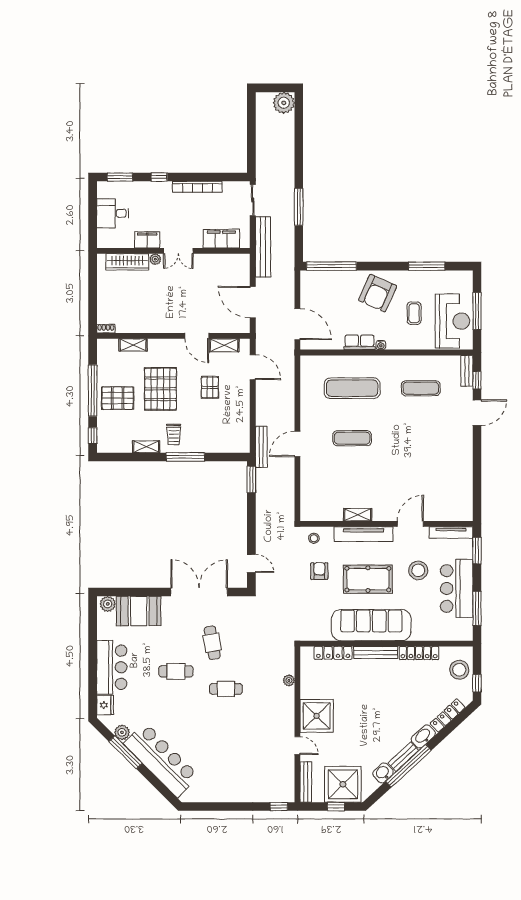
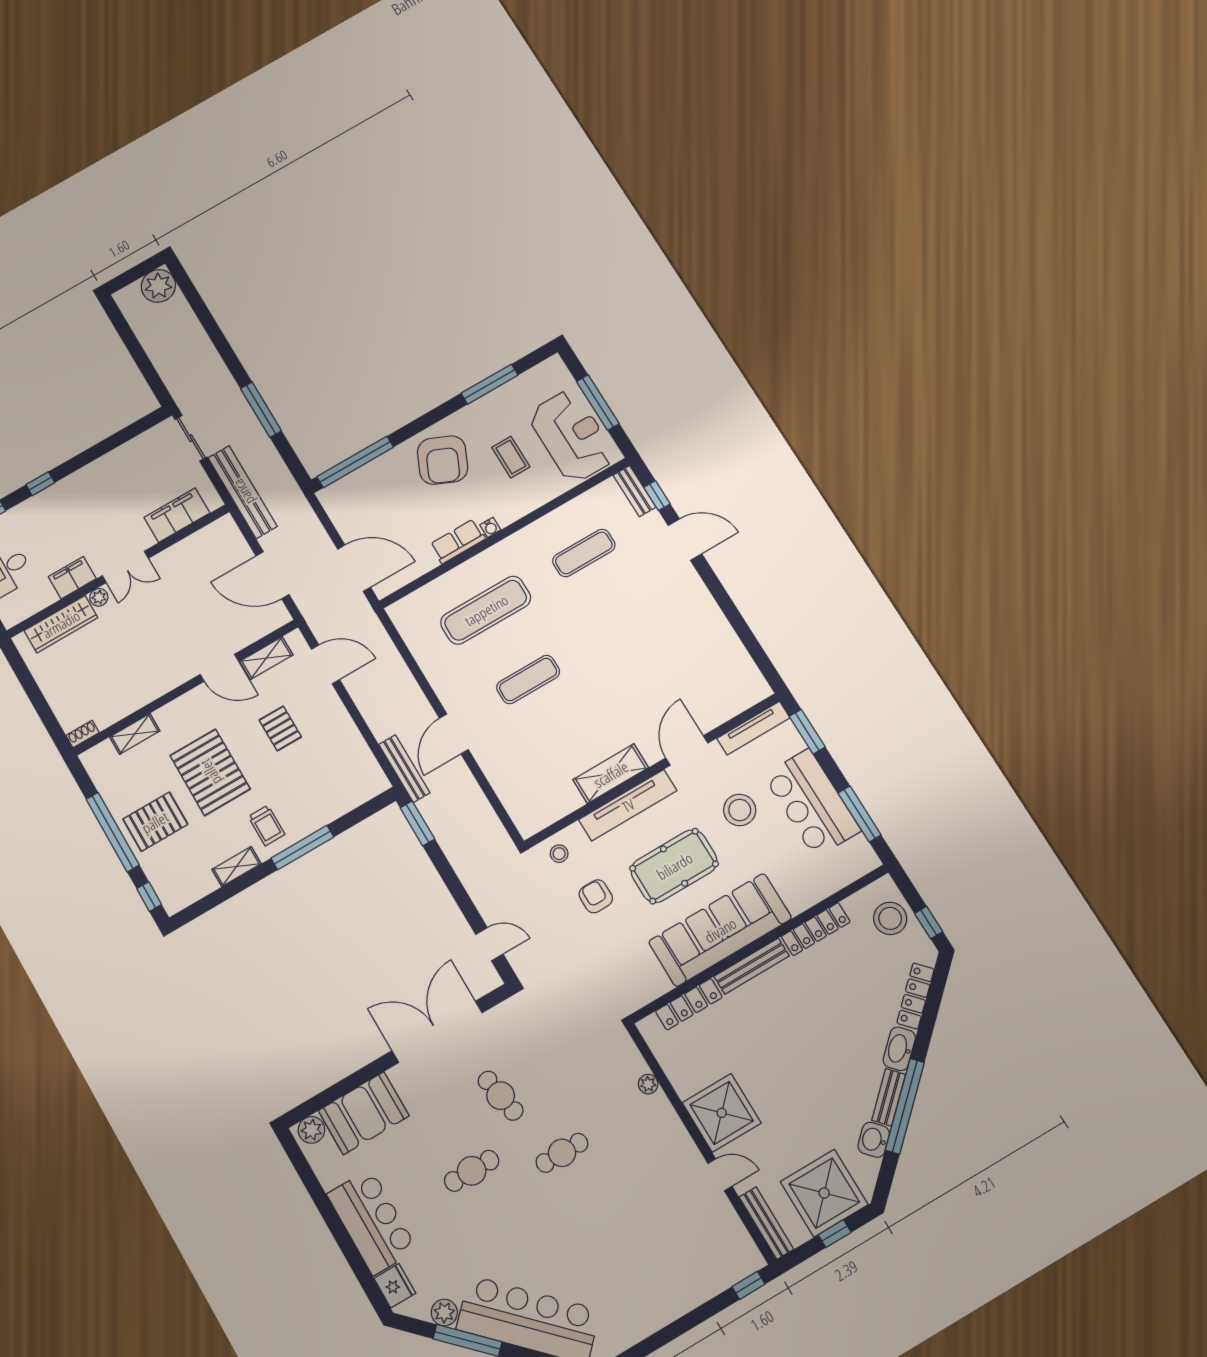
bookcase: (197, 187) -> (102, 466), removed
door: (477, 413) -> (685, 540), hinge flipped
shelving: (358, 515) -> (611, 774), width x1.50, depth x1.33

